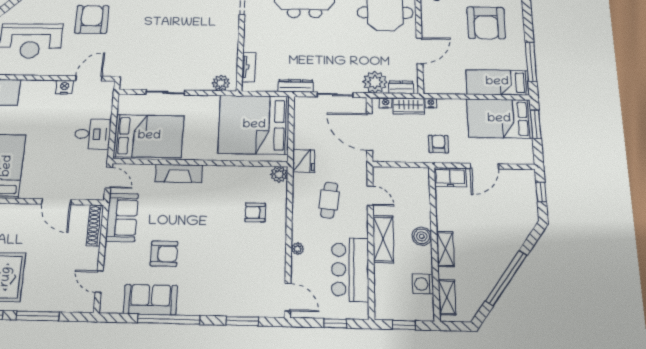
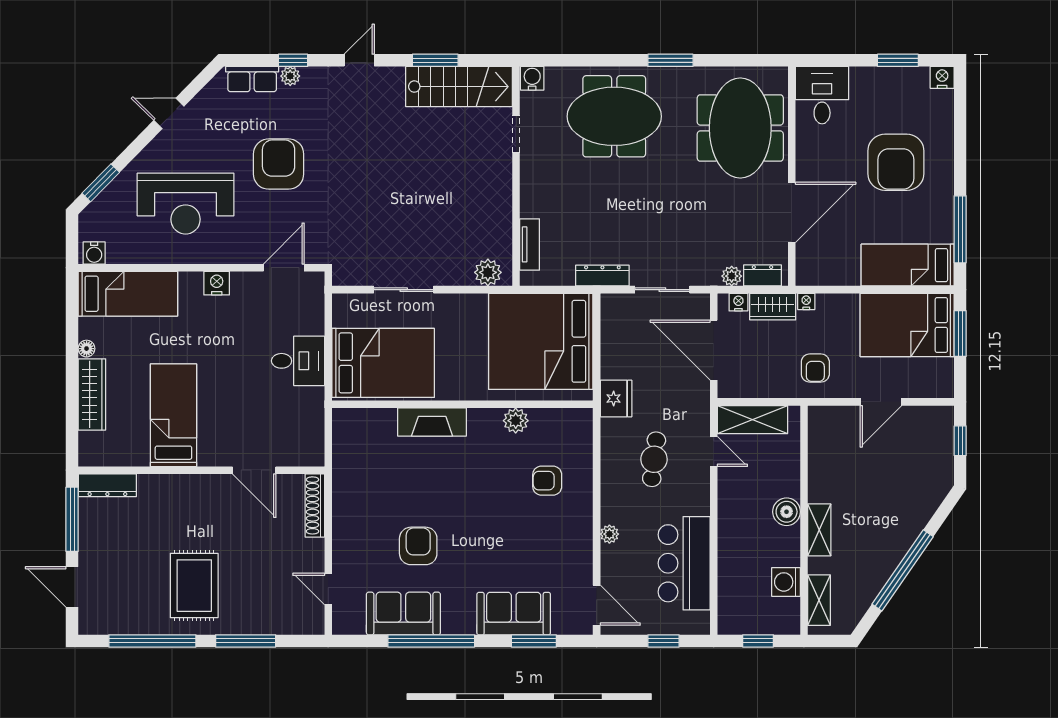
door: (419, 51) -> (792, 212), width x1.36
plant: (375, 82) -> (732, 276), width x0.53, depth x0.53
nightstand: (64, 87) -> (217, 283), moved
armchair: (439, 144) -> (815, 368), turned 180
plant: (279, 174) -> (516, 421), moved
freezer: (450, 177) -> (830, 420), removed
door: (109, 178) -> (328, 431), removed
sofa: (122, 217) -> (514, 614), moved, turned -90
shelving: (383, 239) -> (752, 420), moved, turned 90
armchair: (164, 254) -> (418, 546), turned -90

